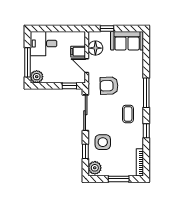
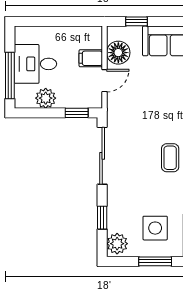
desk: (44, 44) -> (35, 64), moved
door: (87, 66) -> (104, 81), swing flipped
plant: (37, 77) -> (46, 98), moved
armchair: (109, 86) -> (140, 113), removed
side table: (103, 142) -> (155, 228), moved

